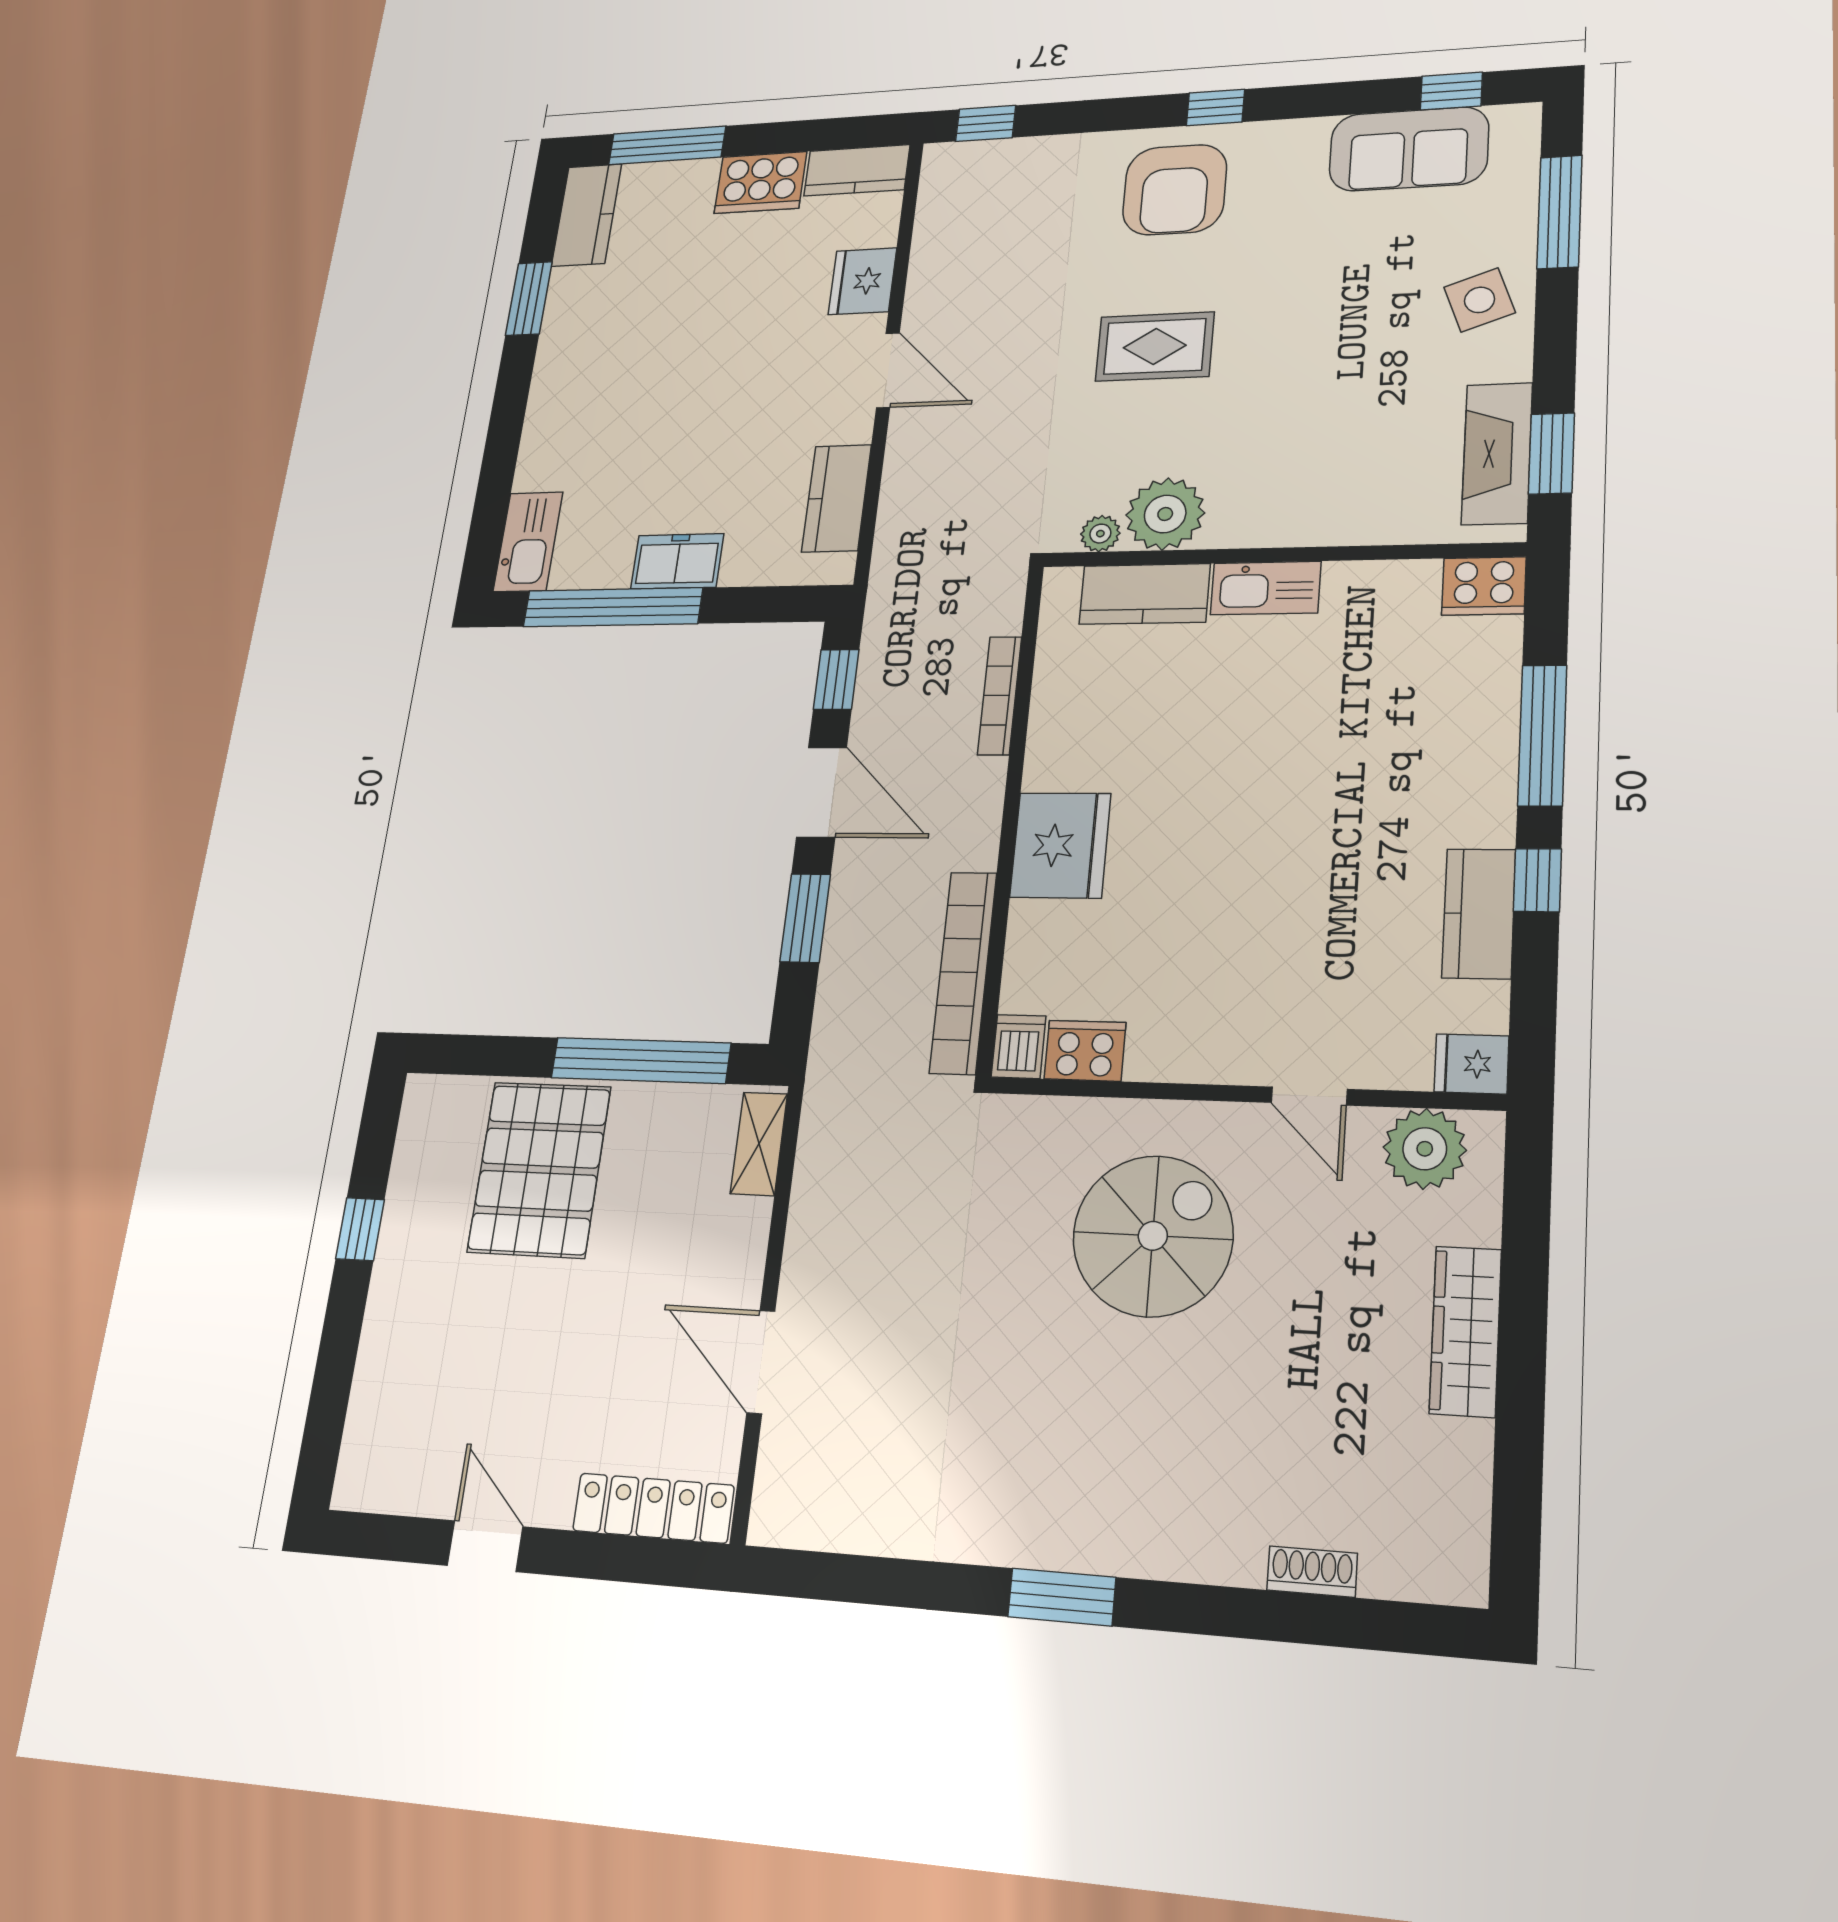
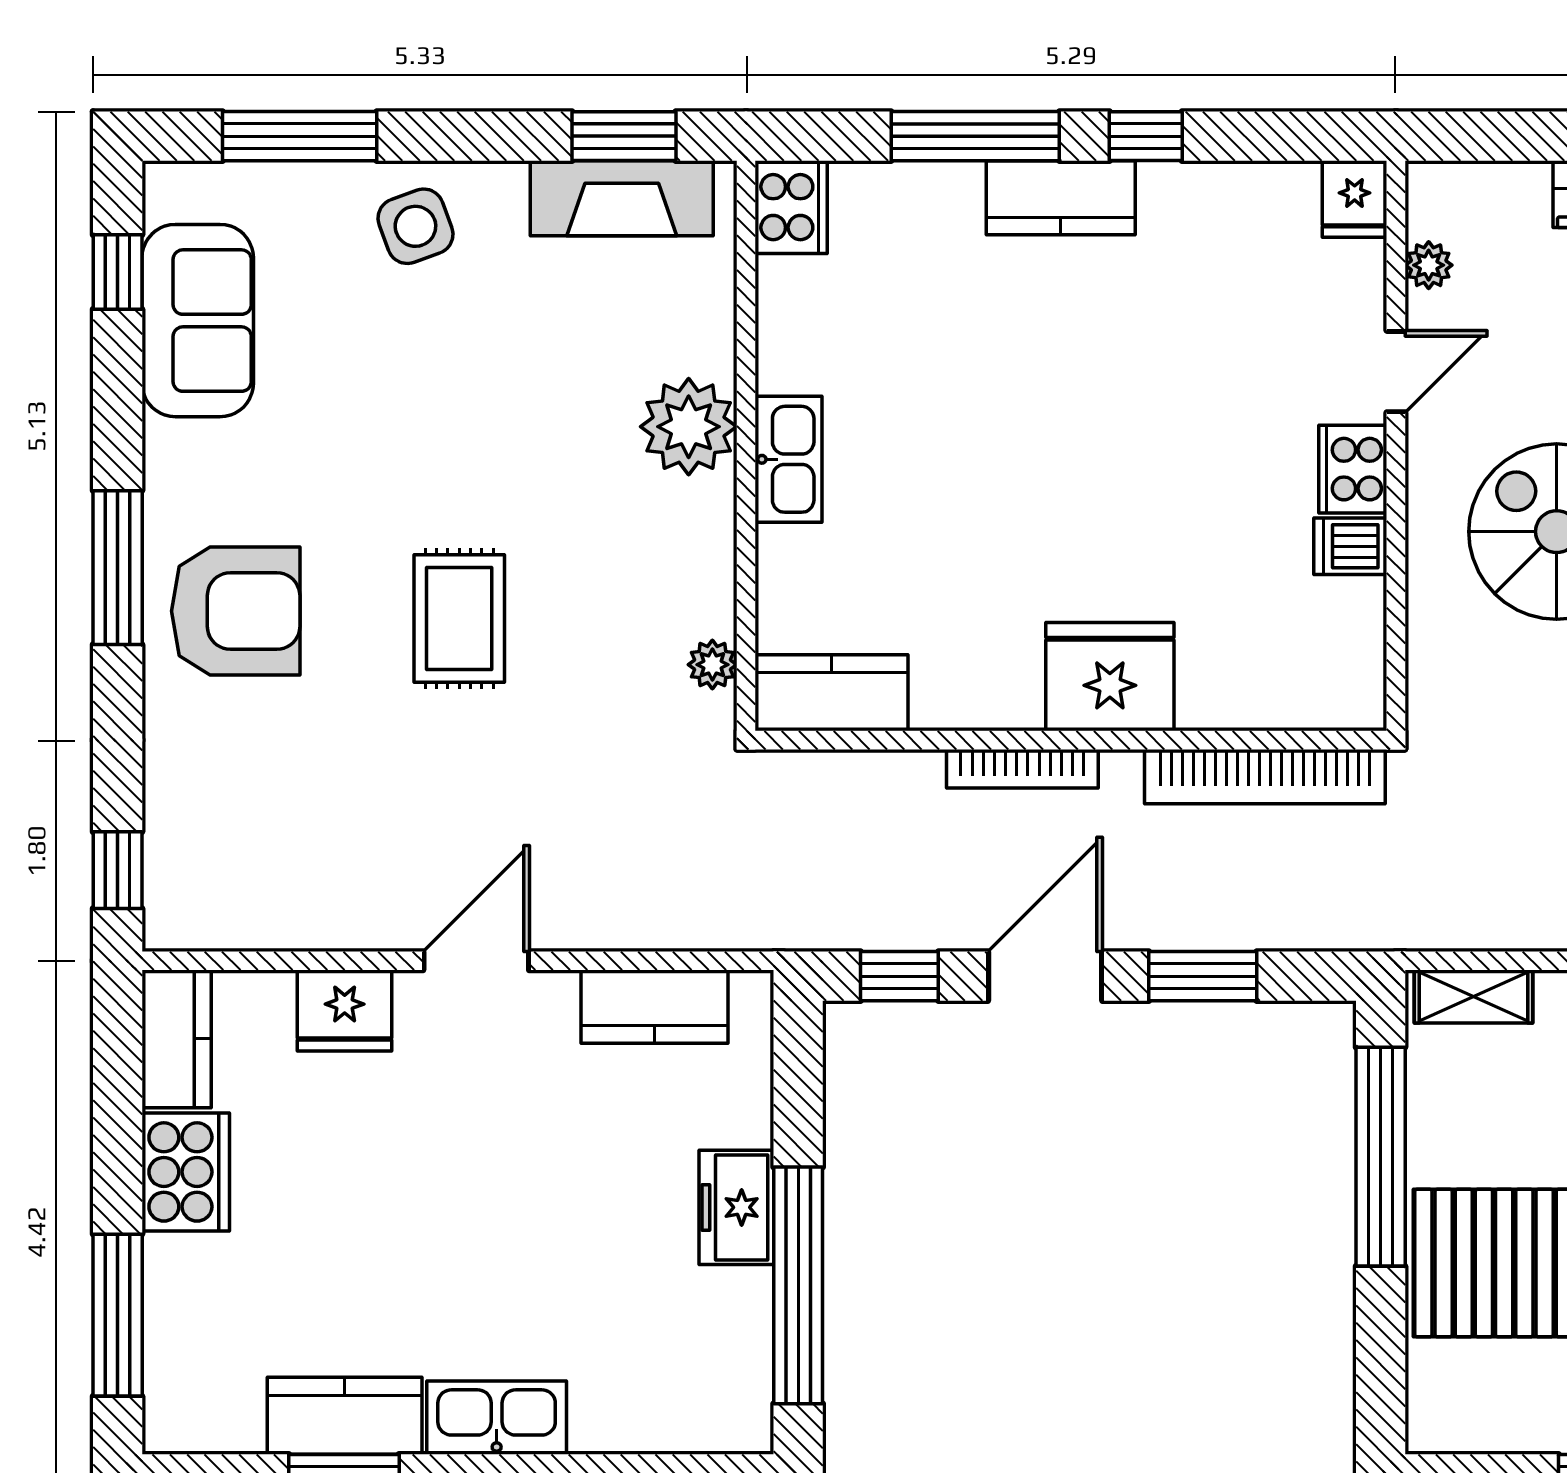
window: (1216, 107) -> (118, 568), width x2.17
kitchen counter: (587, 215) -> (345, 1416), moved
plant: (1165, 514) -> (689, 427), moved
kitchen sink: (528, 542) -> (497, 1418), moved
kitchen counter: (1144, 594) -> (832, 693), moved, turned -90
bookcase: (1000, 696) -> (1022, 769), moved
kitchen counter: (1479, 914) -> (1061, 198), moved
dishwasher: (1019, 1046) -> (1350, 546), moved
cooker: (1085, 1051) -> (1353, 469), moved
plant: (1425, 1149) -> (1429, 265), width x0.53, depth x0.53

